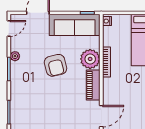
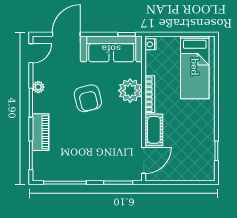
piano: (93, 85) -> (41, 132), moved, turned 180
cot: (110, 91) -> (154, 130), added

